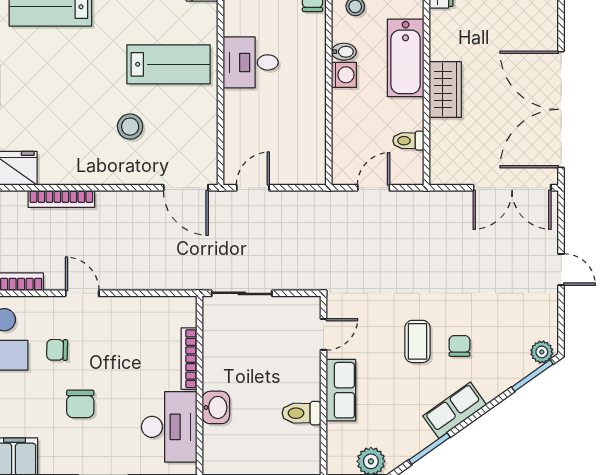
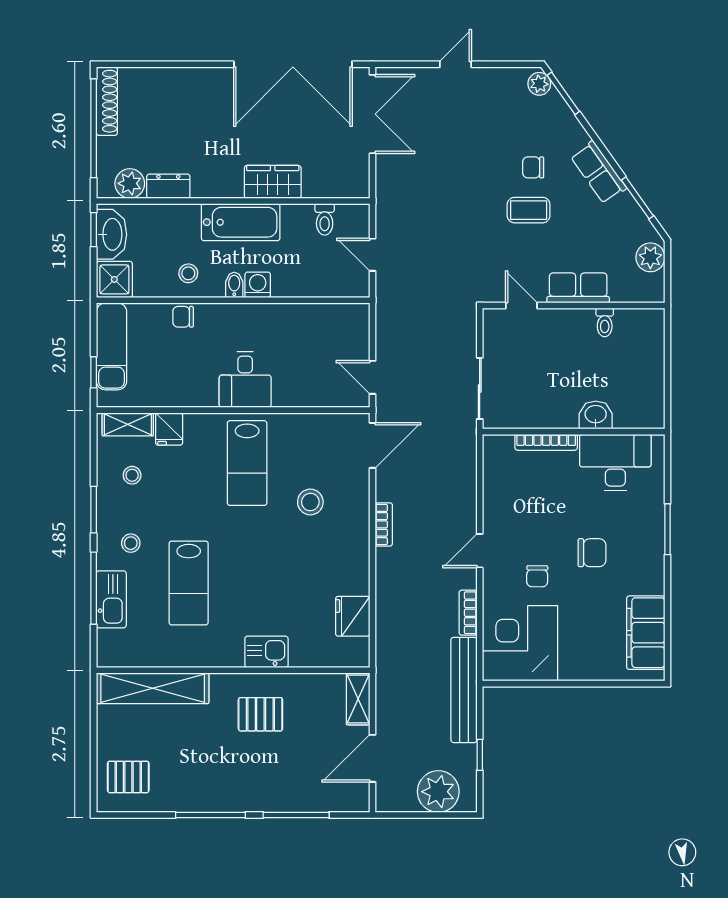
lab bench: (168, 64) -> (247, 463), turned 180
bookcase: (61, 199) -> (384, 524), moved, width x0.64
toilet: (301, 413) -> (605, 322), width x0.73, depth x0.72

